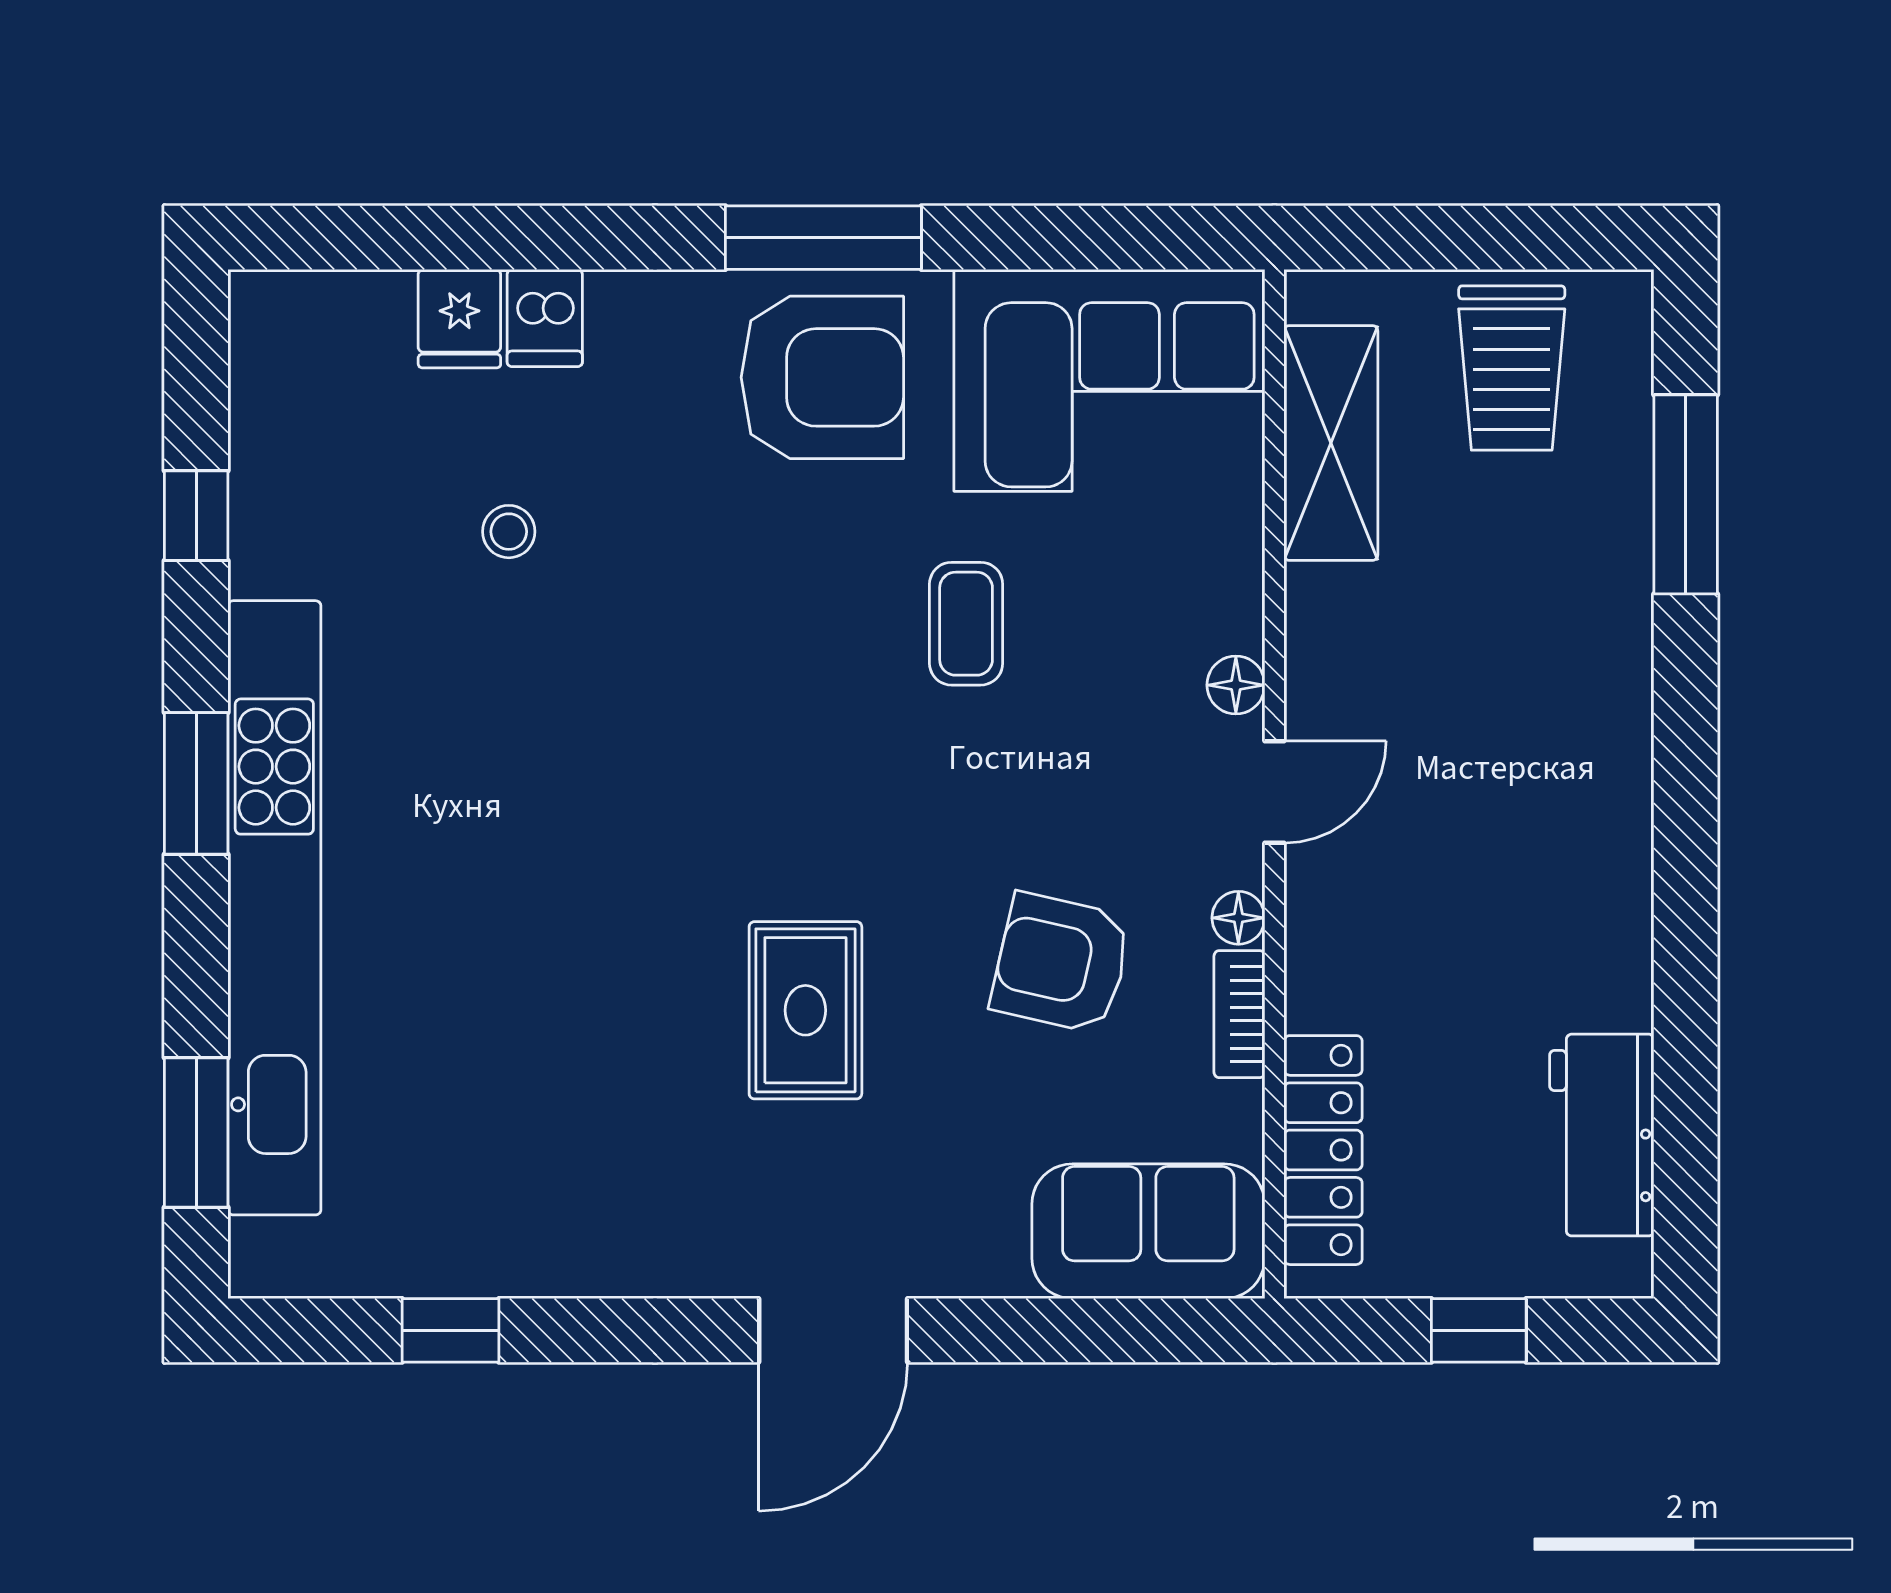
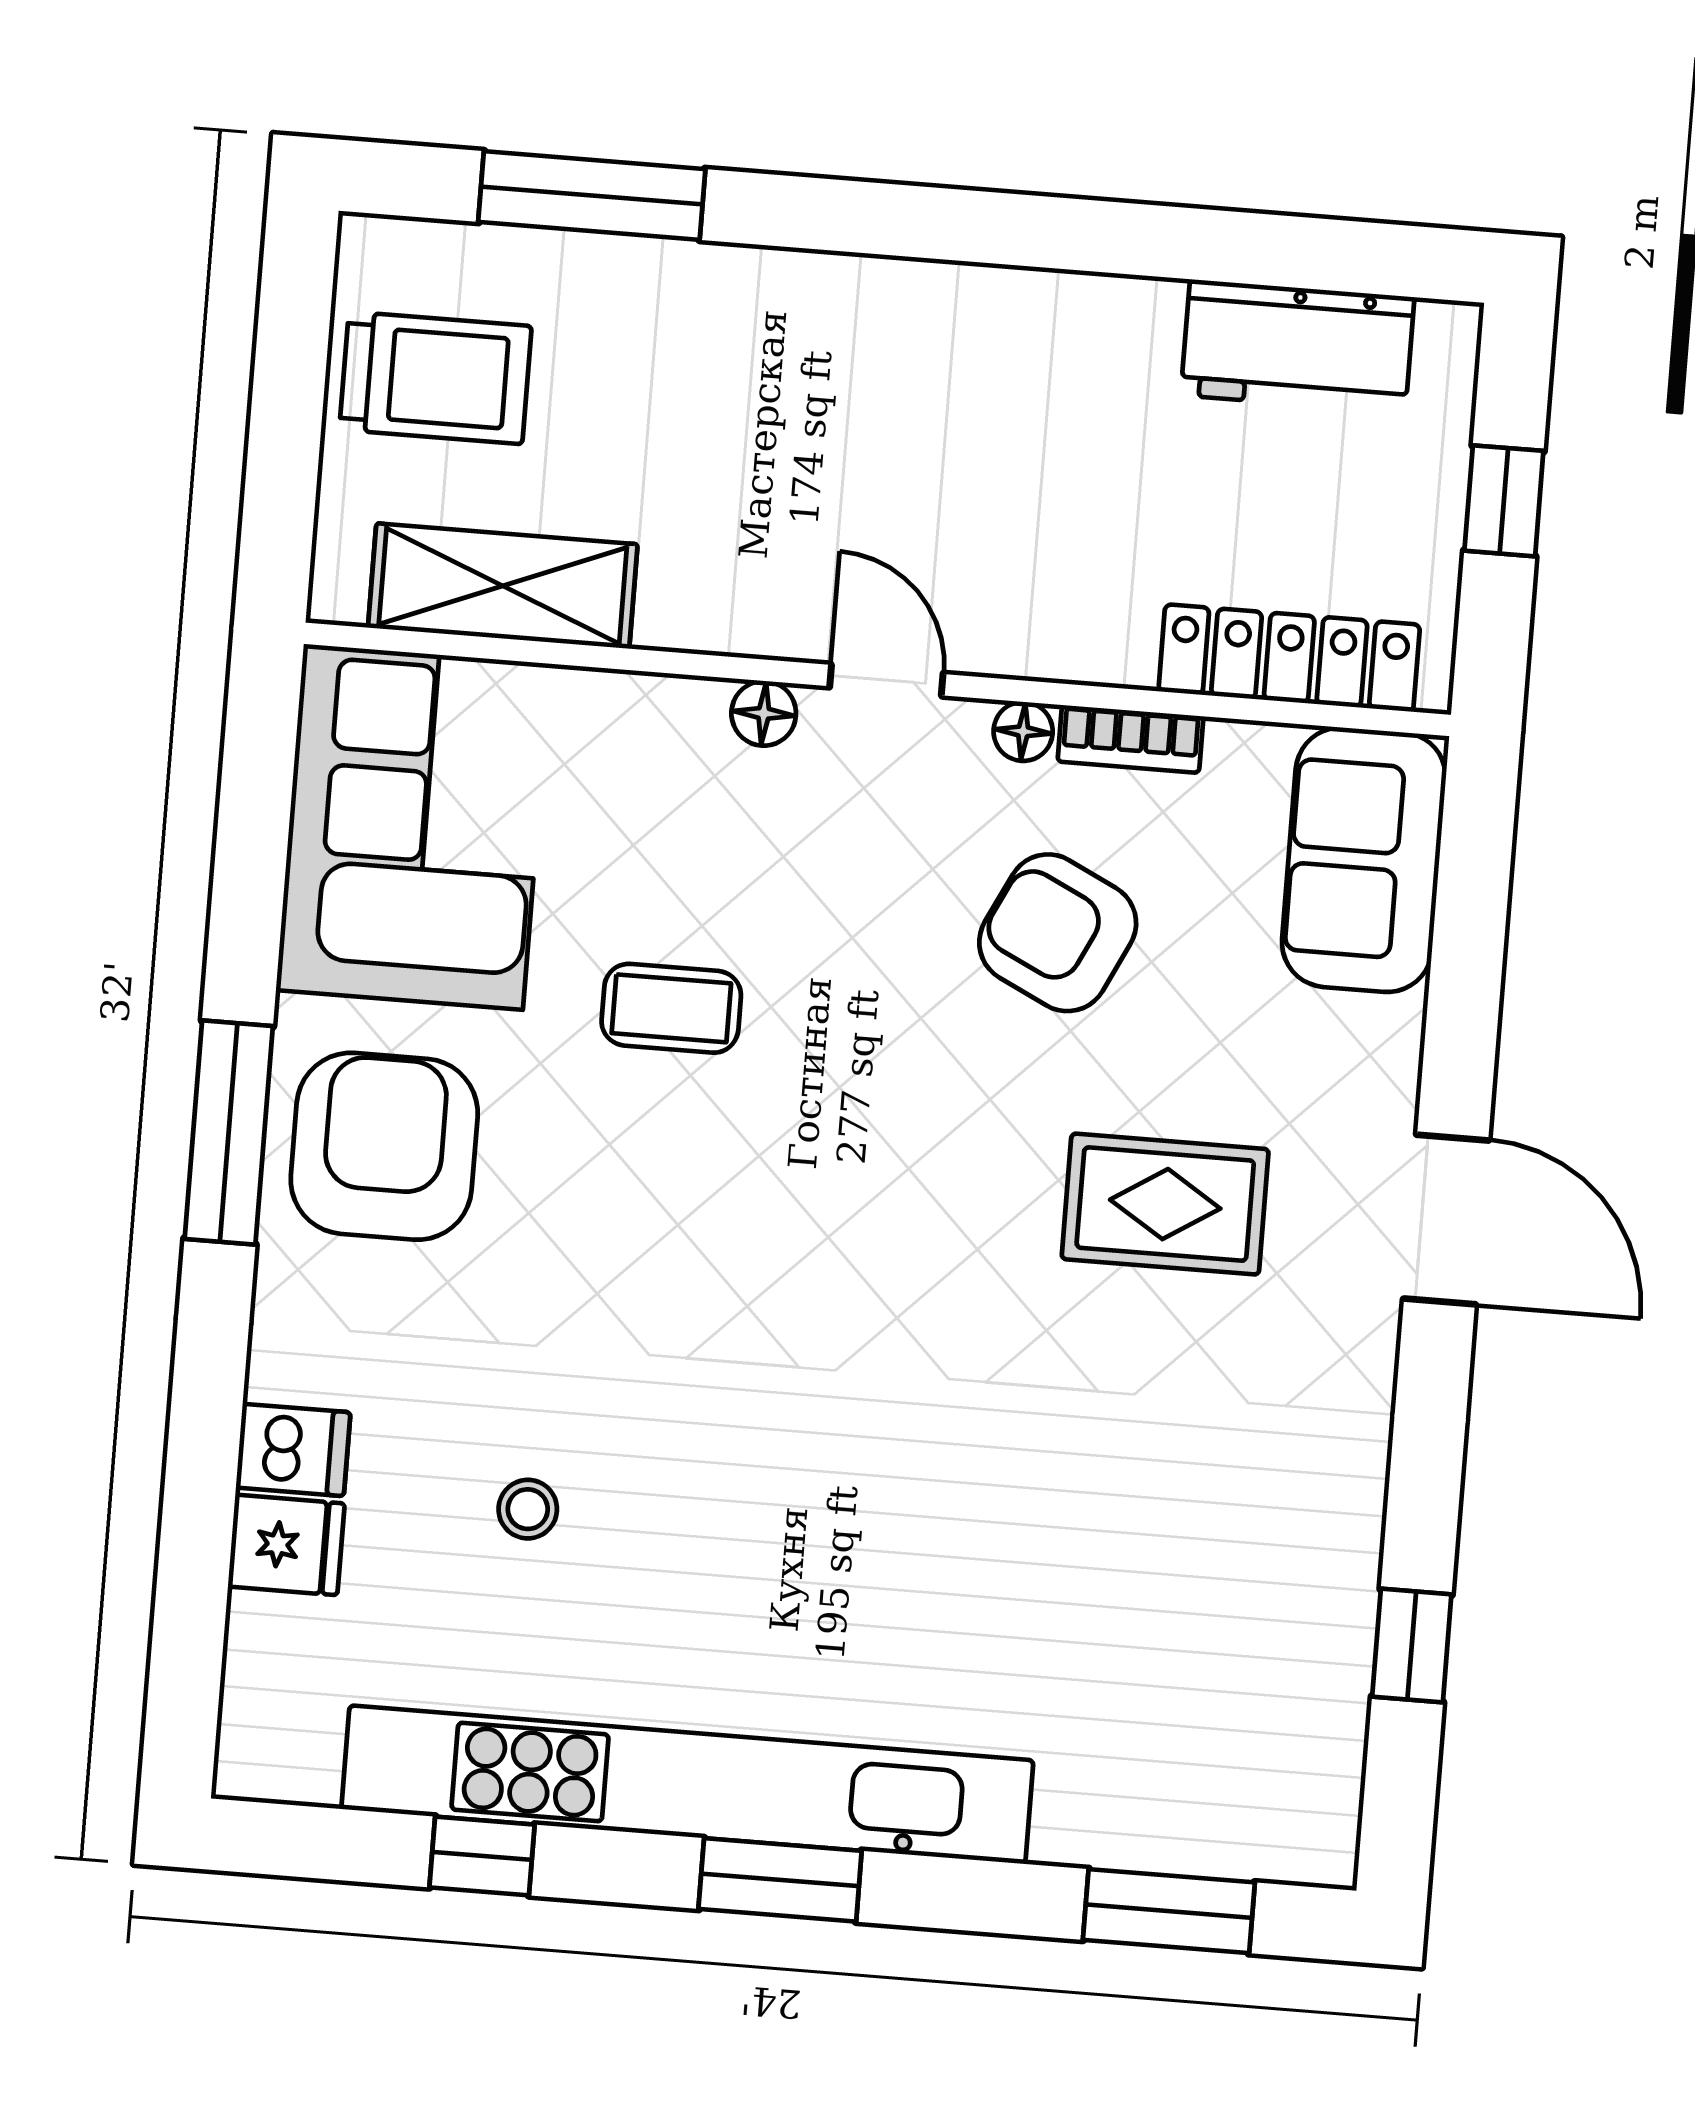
kitchen unit: (274, 908) -> (687, 1785), moved
armchair: (1061, 963) -> (1058, 933), turned 103
rug: (805, 1010) -> (1165, 1204), moved

